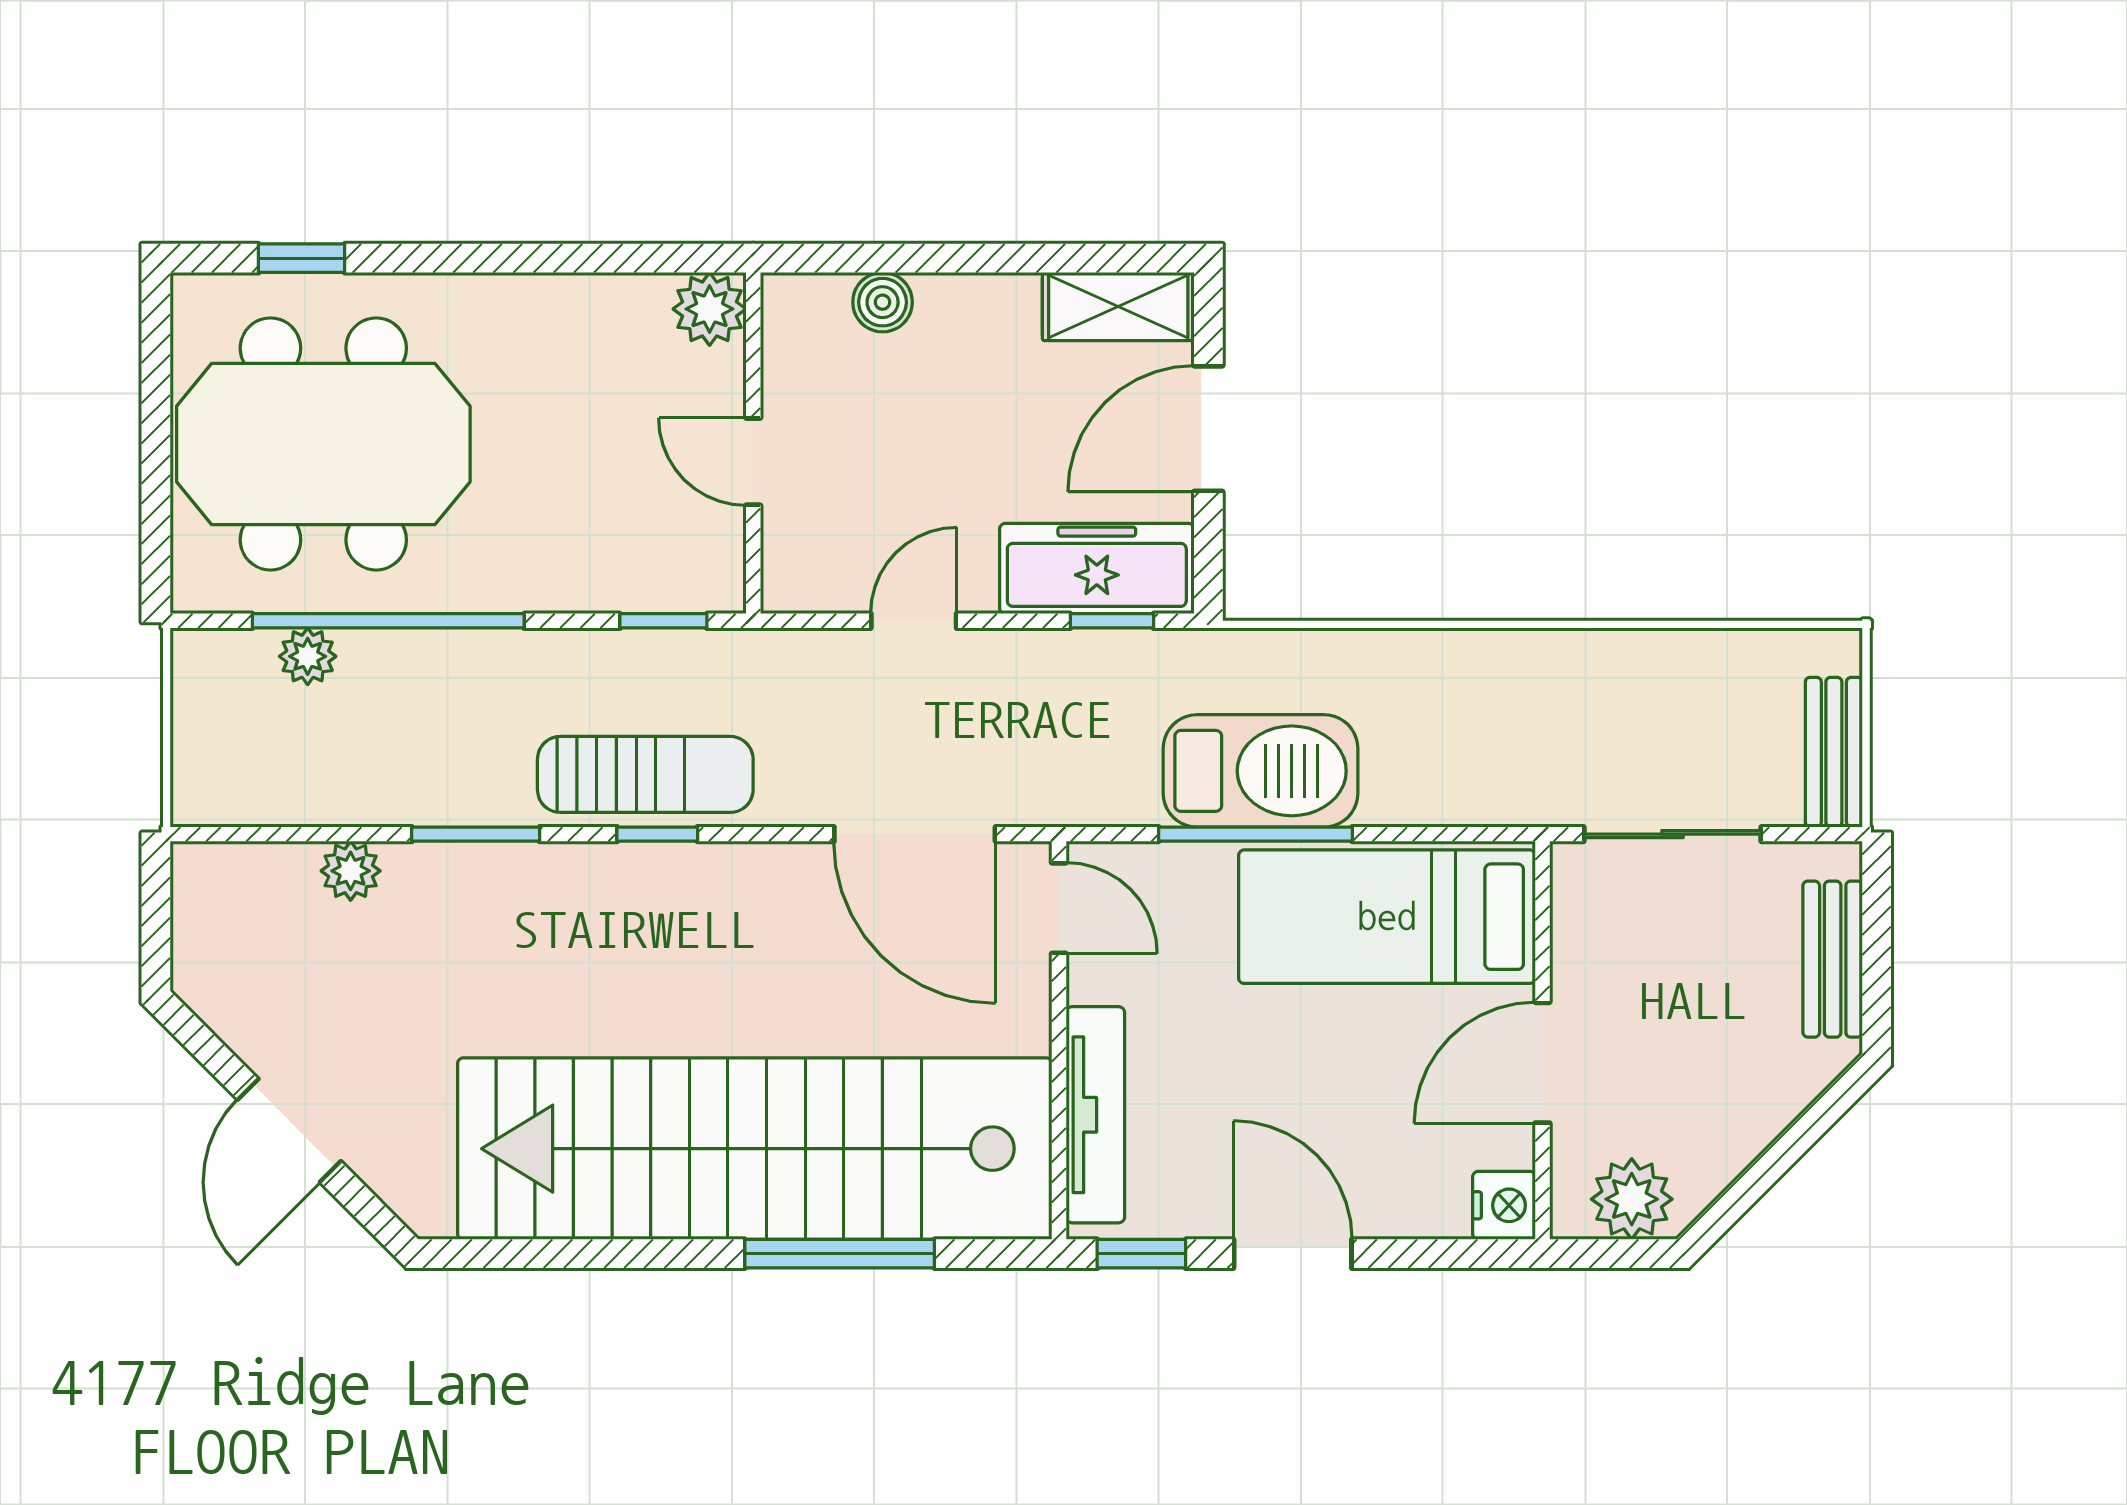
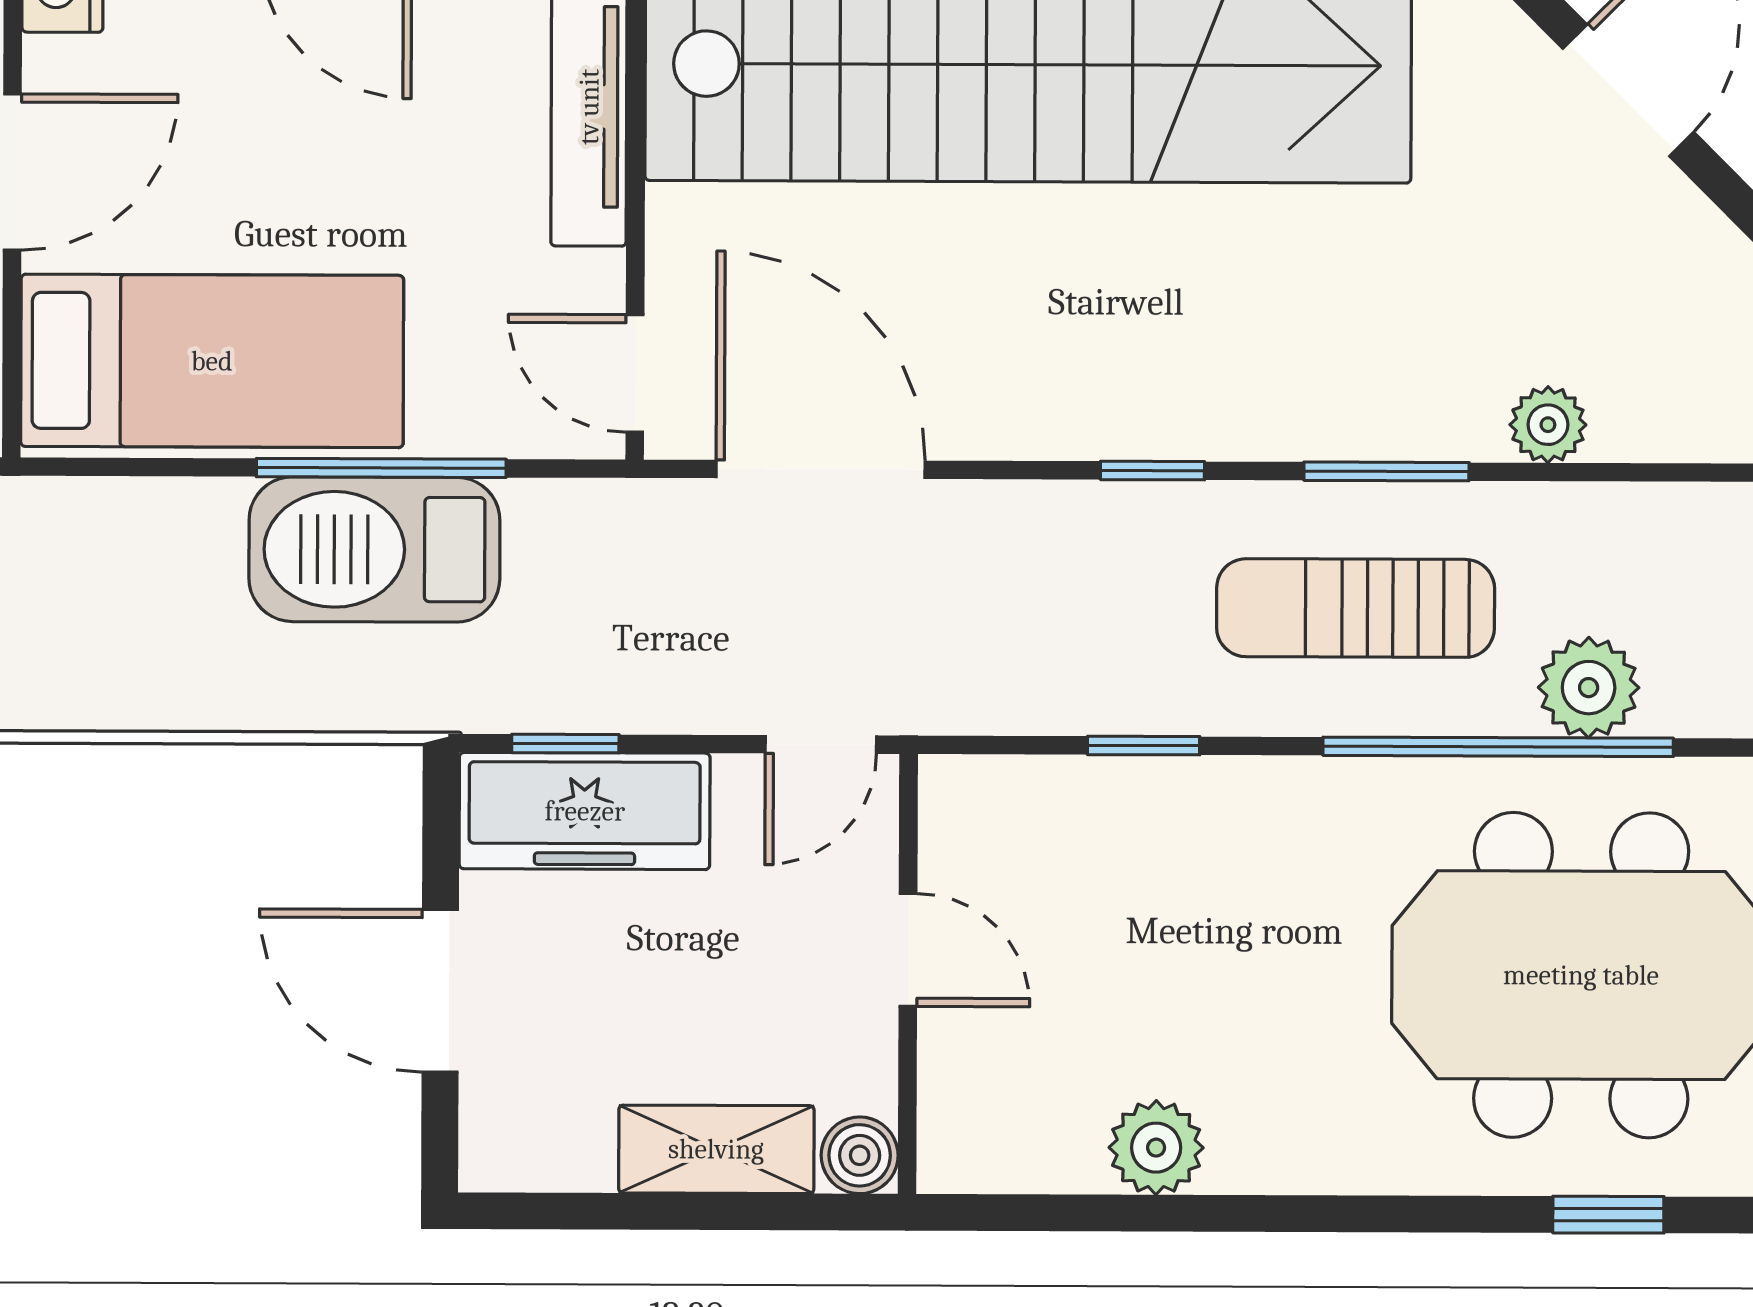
shelving: (1118, 306) -> (716, 1149), moved
plant: (710, 309) -> (1156, 1148), moved
door: (1208, 429) -> (440, 991), swing flipped
wall: (753, 443) -> (908, 974), moved
door: (753, 462) -> (908, 950), moved
plant: (308, 656) -> (1589, 688), width x1.38, depth x1.38
sun lounger: (645, 774) -> (1356, 608), moved

